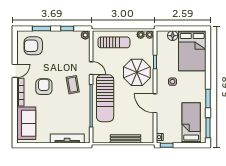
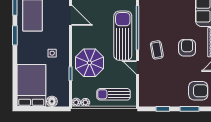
plant: (85, 35) -> (144, 102), removed
armchair: (44, 87) -> (187, 48), turned 180
door: (155, 103) -> (70, 15), moved

